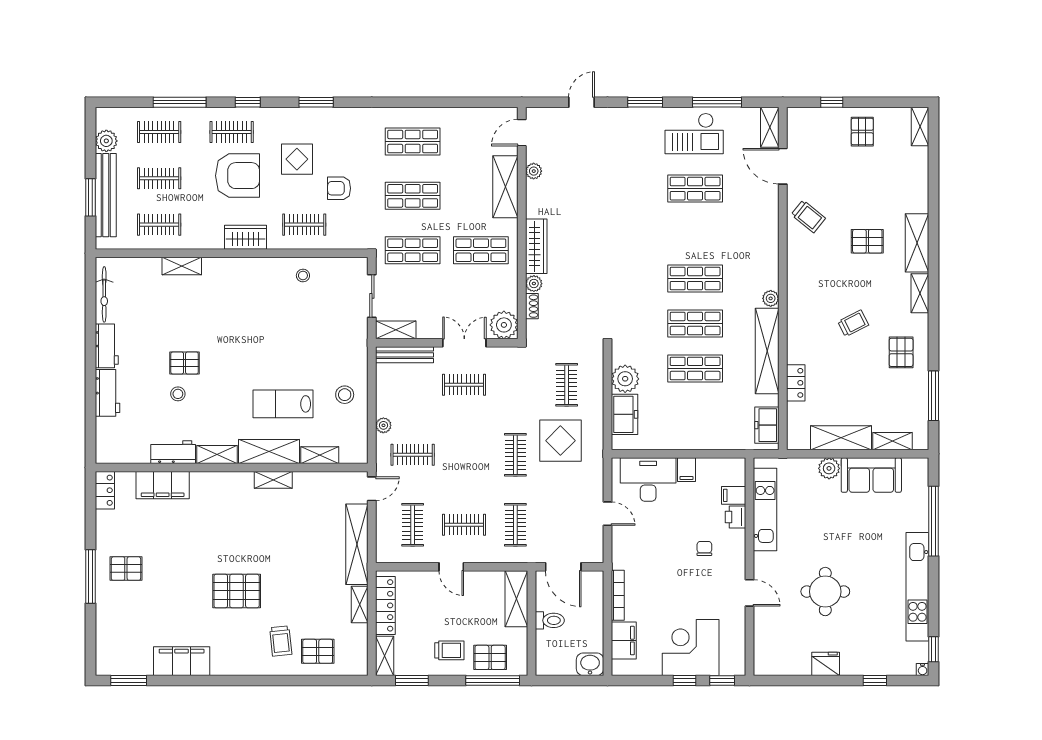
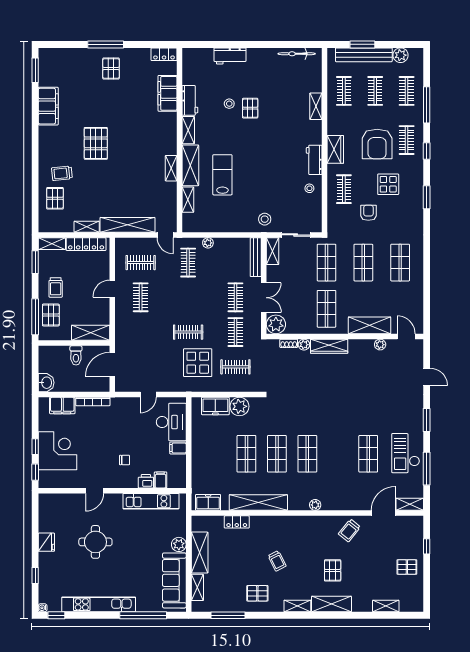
shelving: (920, 127) -> (386, 606), moved
plant: (771, 298) -> (315, 505), moved
workbench: (107, 346) -> (314, 160), moved, turned 90
stool: (345, 395) -> (265, 219), moved
sofa: (871, 475) -> (174, 580), width x1.36
clothes rail: (515, 525) -> (235, 332), moved, turned 90

